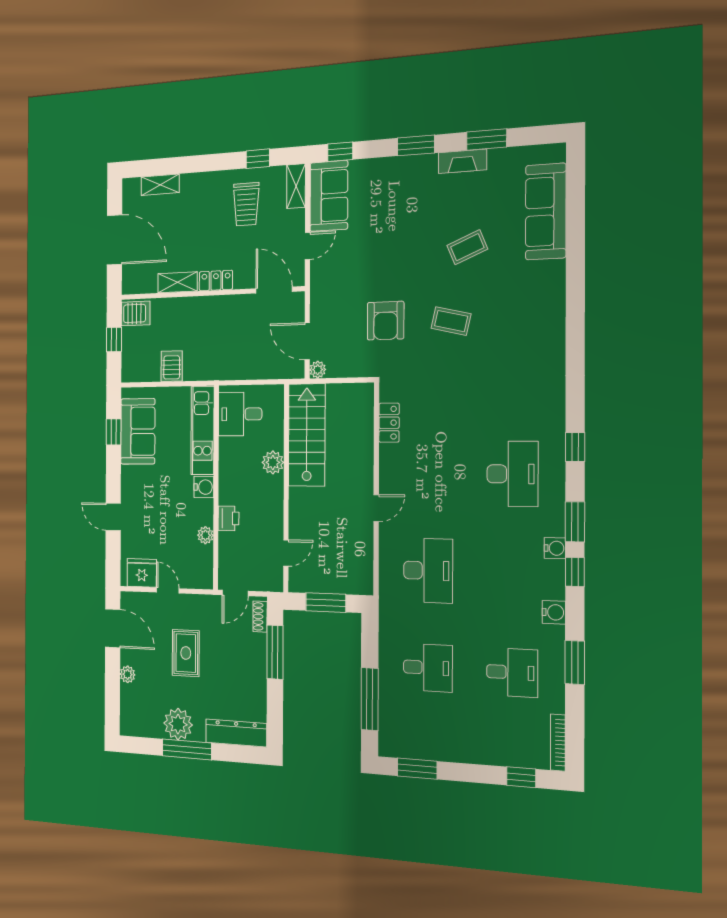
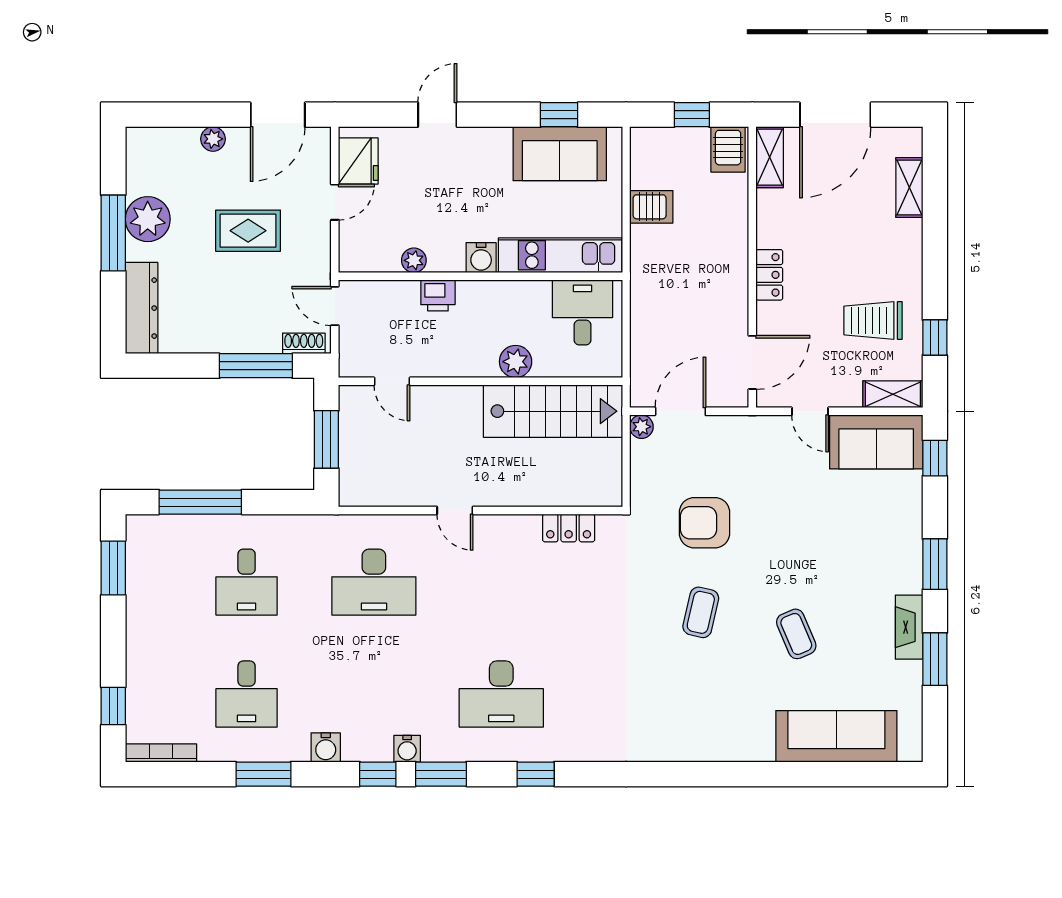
shelving: (177, 282) -> (770, 157), moved

